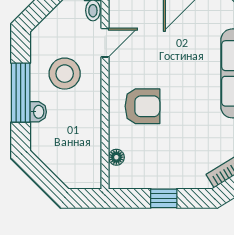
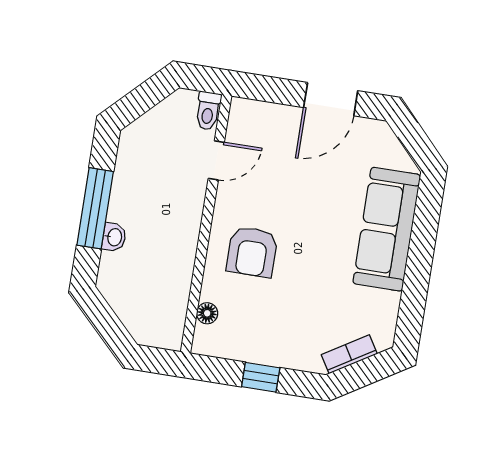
stool: (65, 74) -> (157, 193), removed
armchair: (142, 106) -> (252, 252), turned 90

